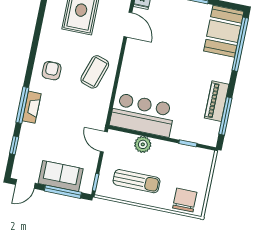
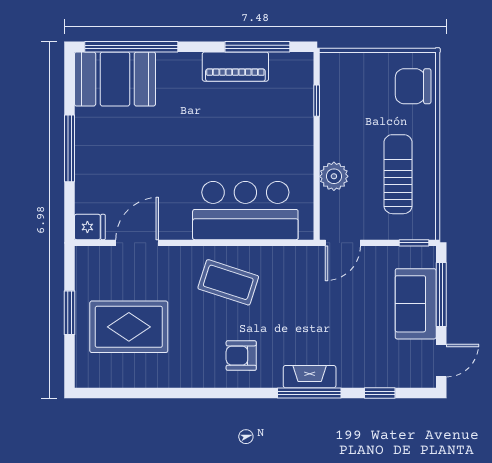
bar counter: (142, 115) -> (245, 211), moved, turned 90
door: (25, 184) -> (441, 361), hinge flipped

